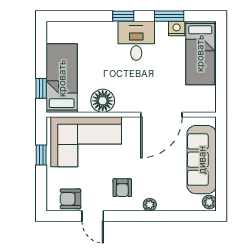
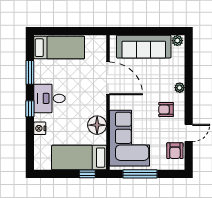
nightstand: (177, 29) -> (40, 128), moved
window: (41, 155) -> (140, 174), width x2.17
armchair: (122, 188) -> (166, 110), turned 180

